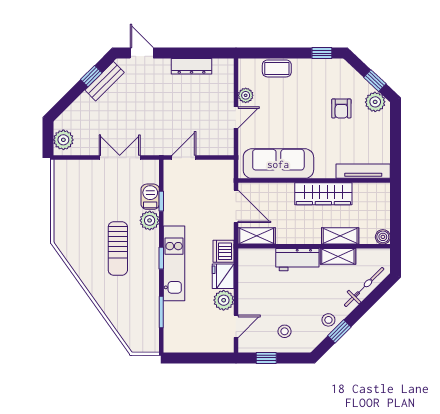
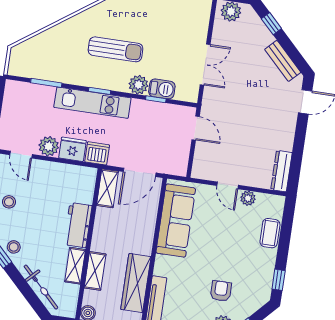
dresser: (192, 66) -> (281, 171), moved
window: (91, 76) -> (271, 24), moved
armchair: (341, 108) -> (221, 291), turned 90
wardrobe: (323, 194) -> (136, 283), moved
sun lounger: (118, 248) -> (115, 49), turned 180

